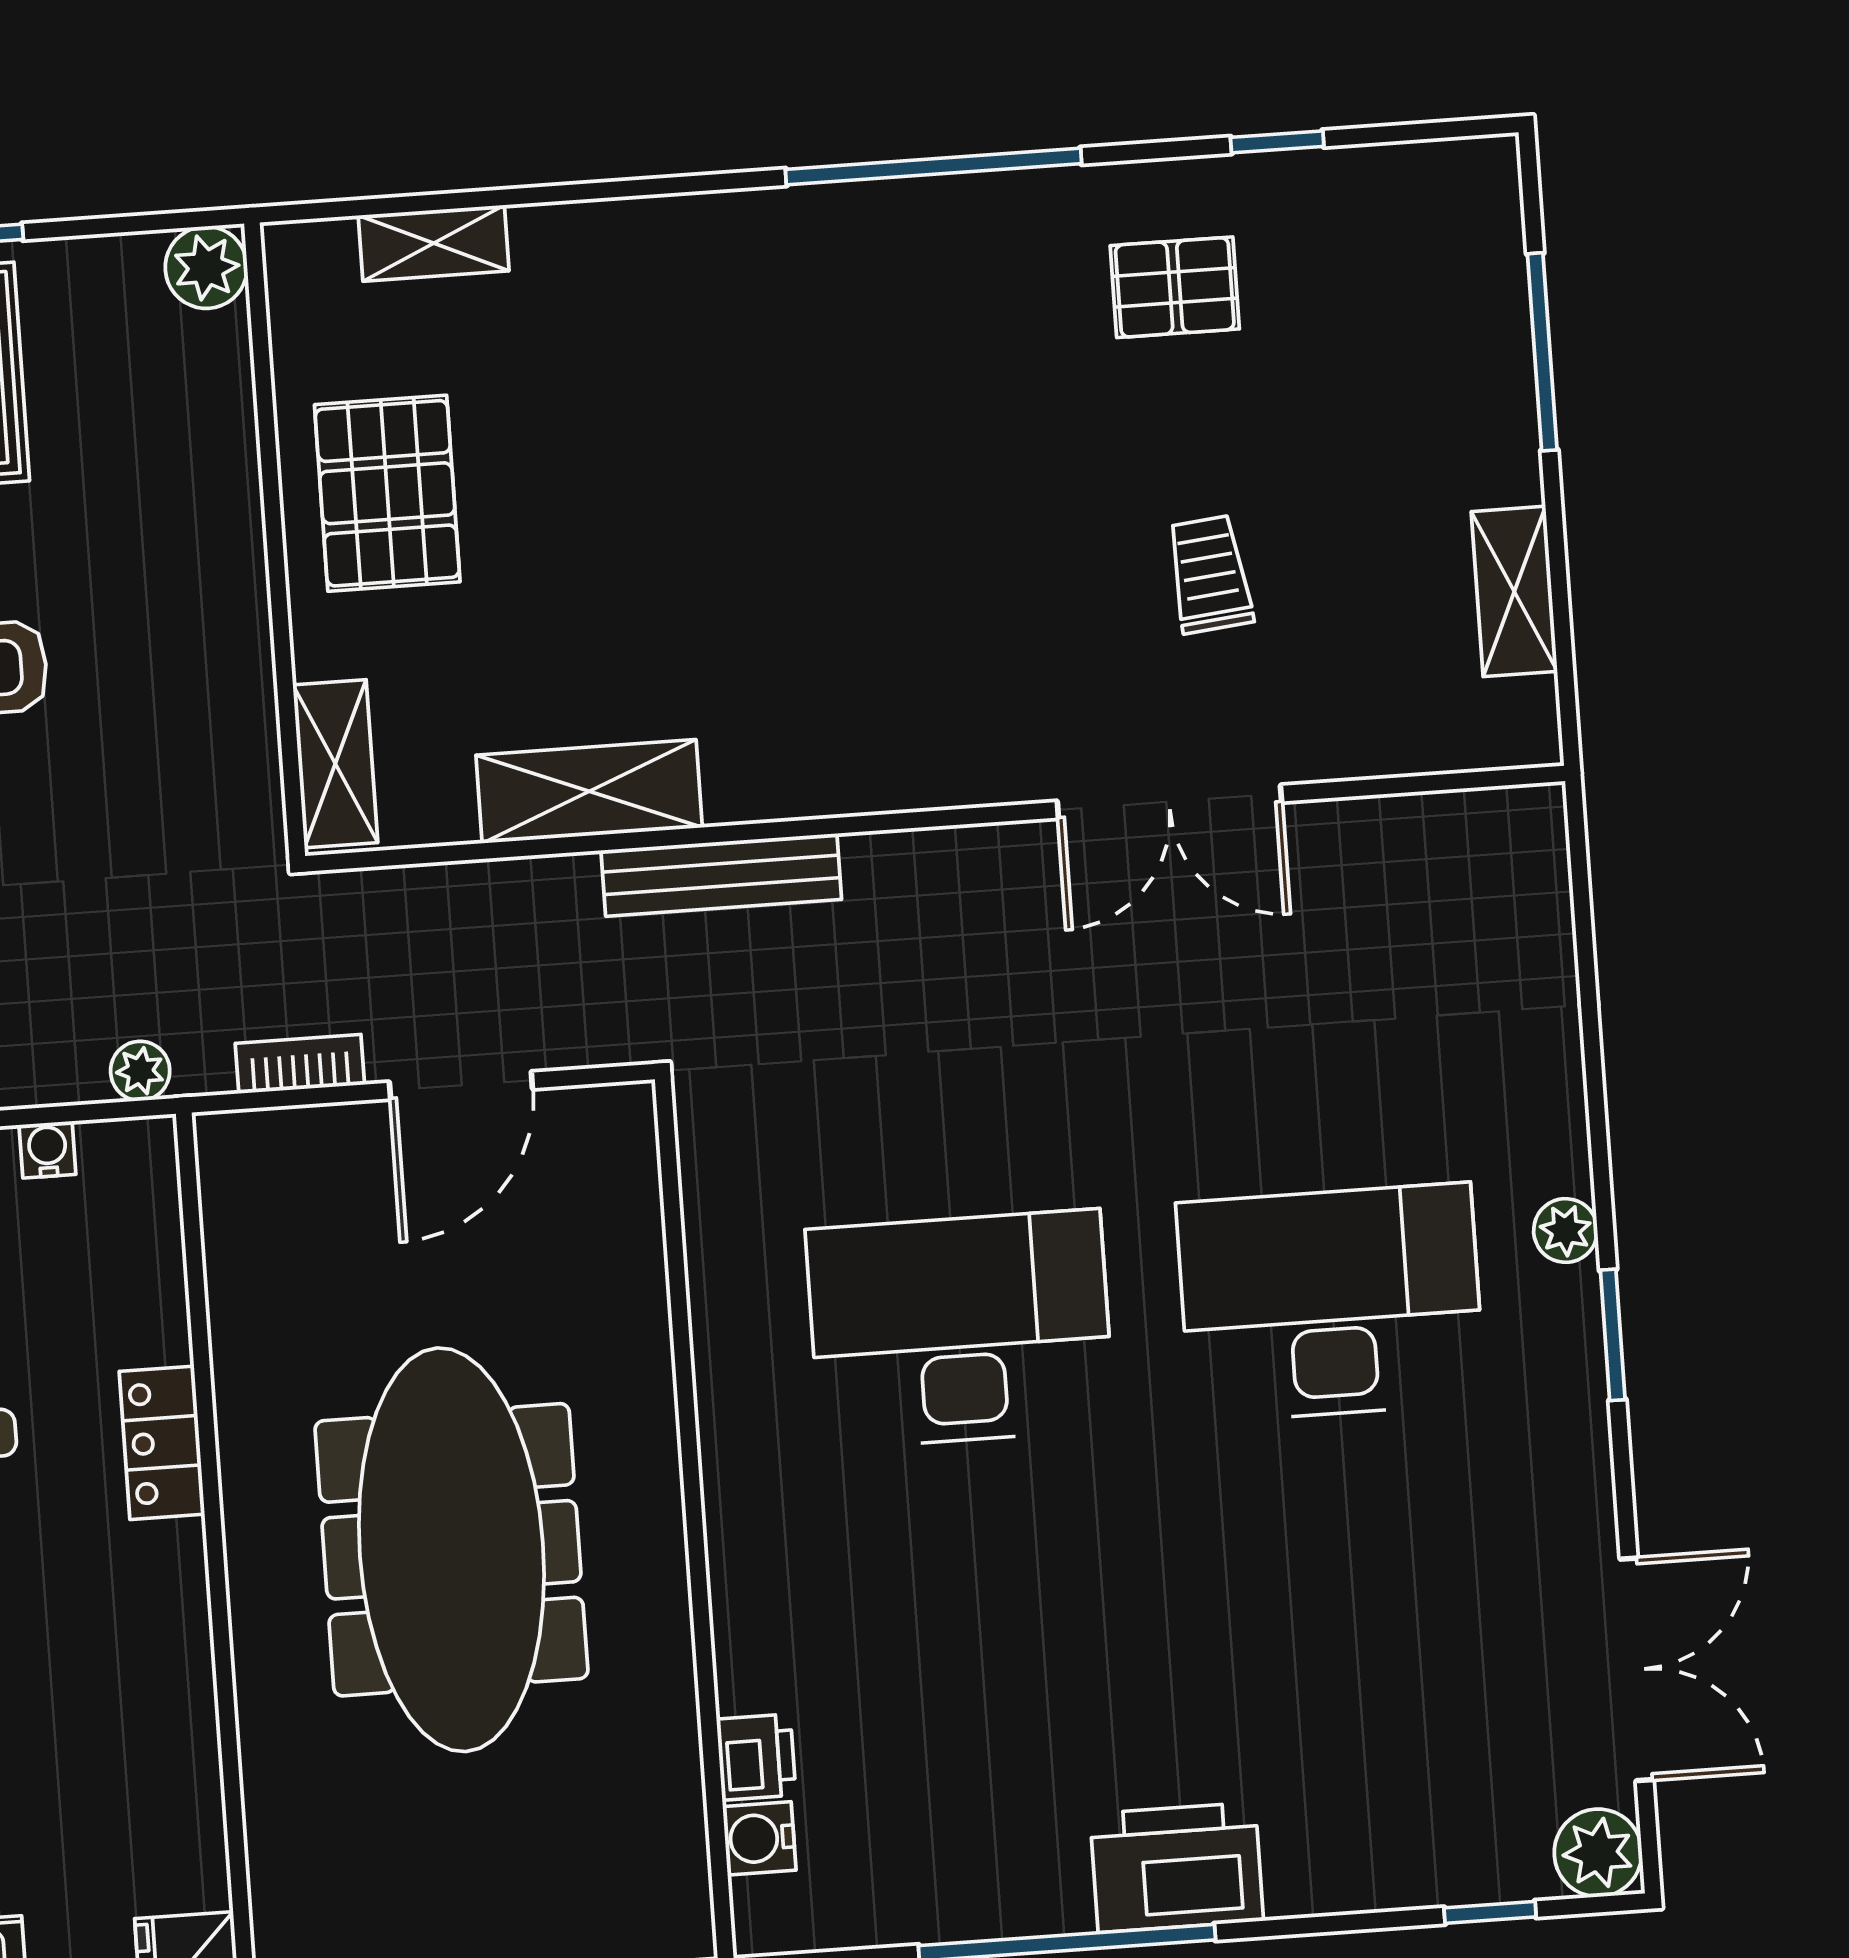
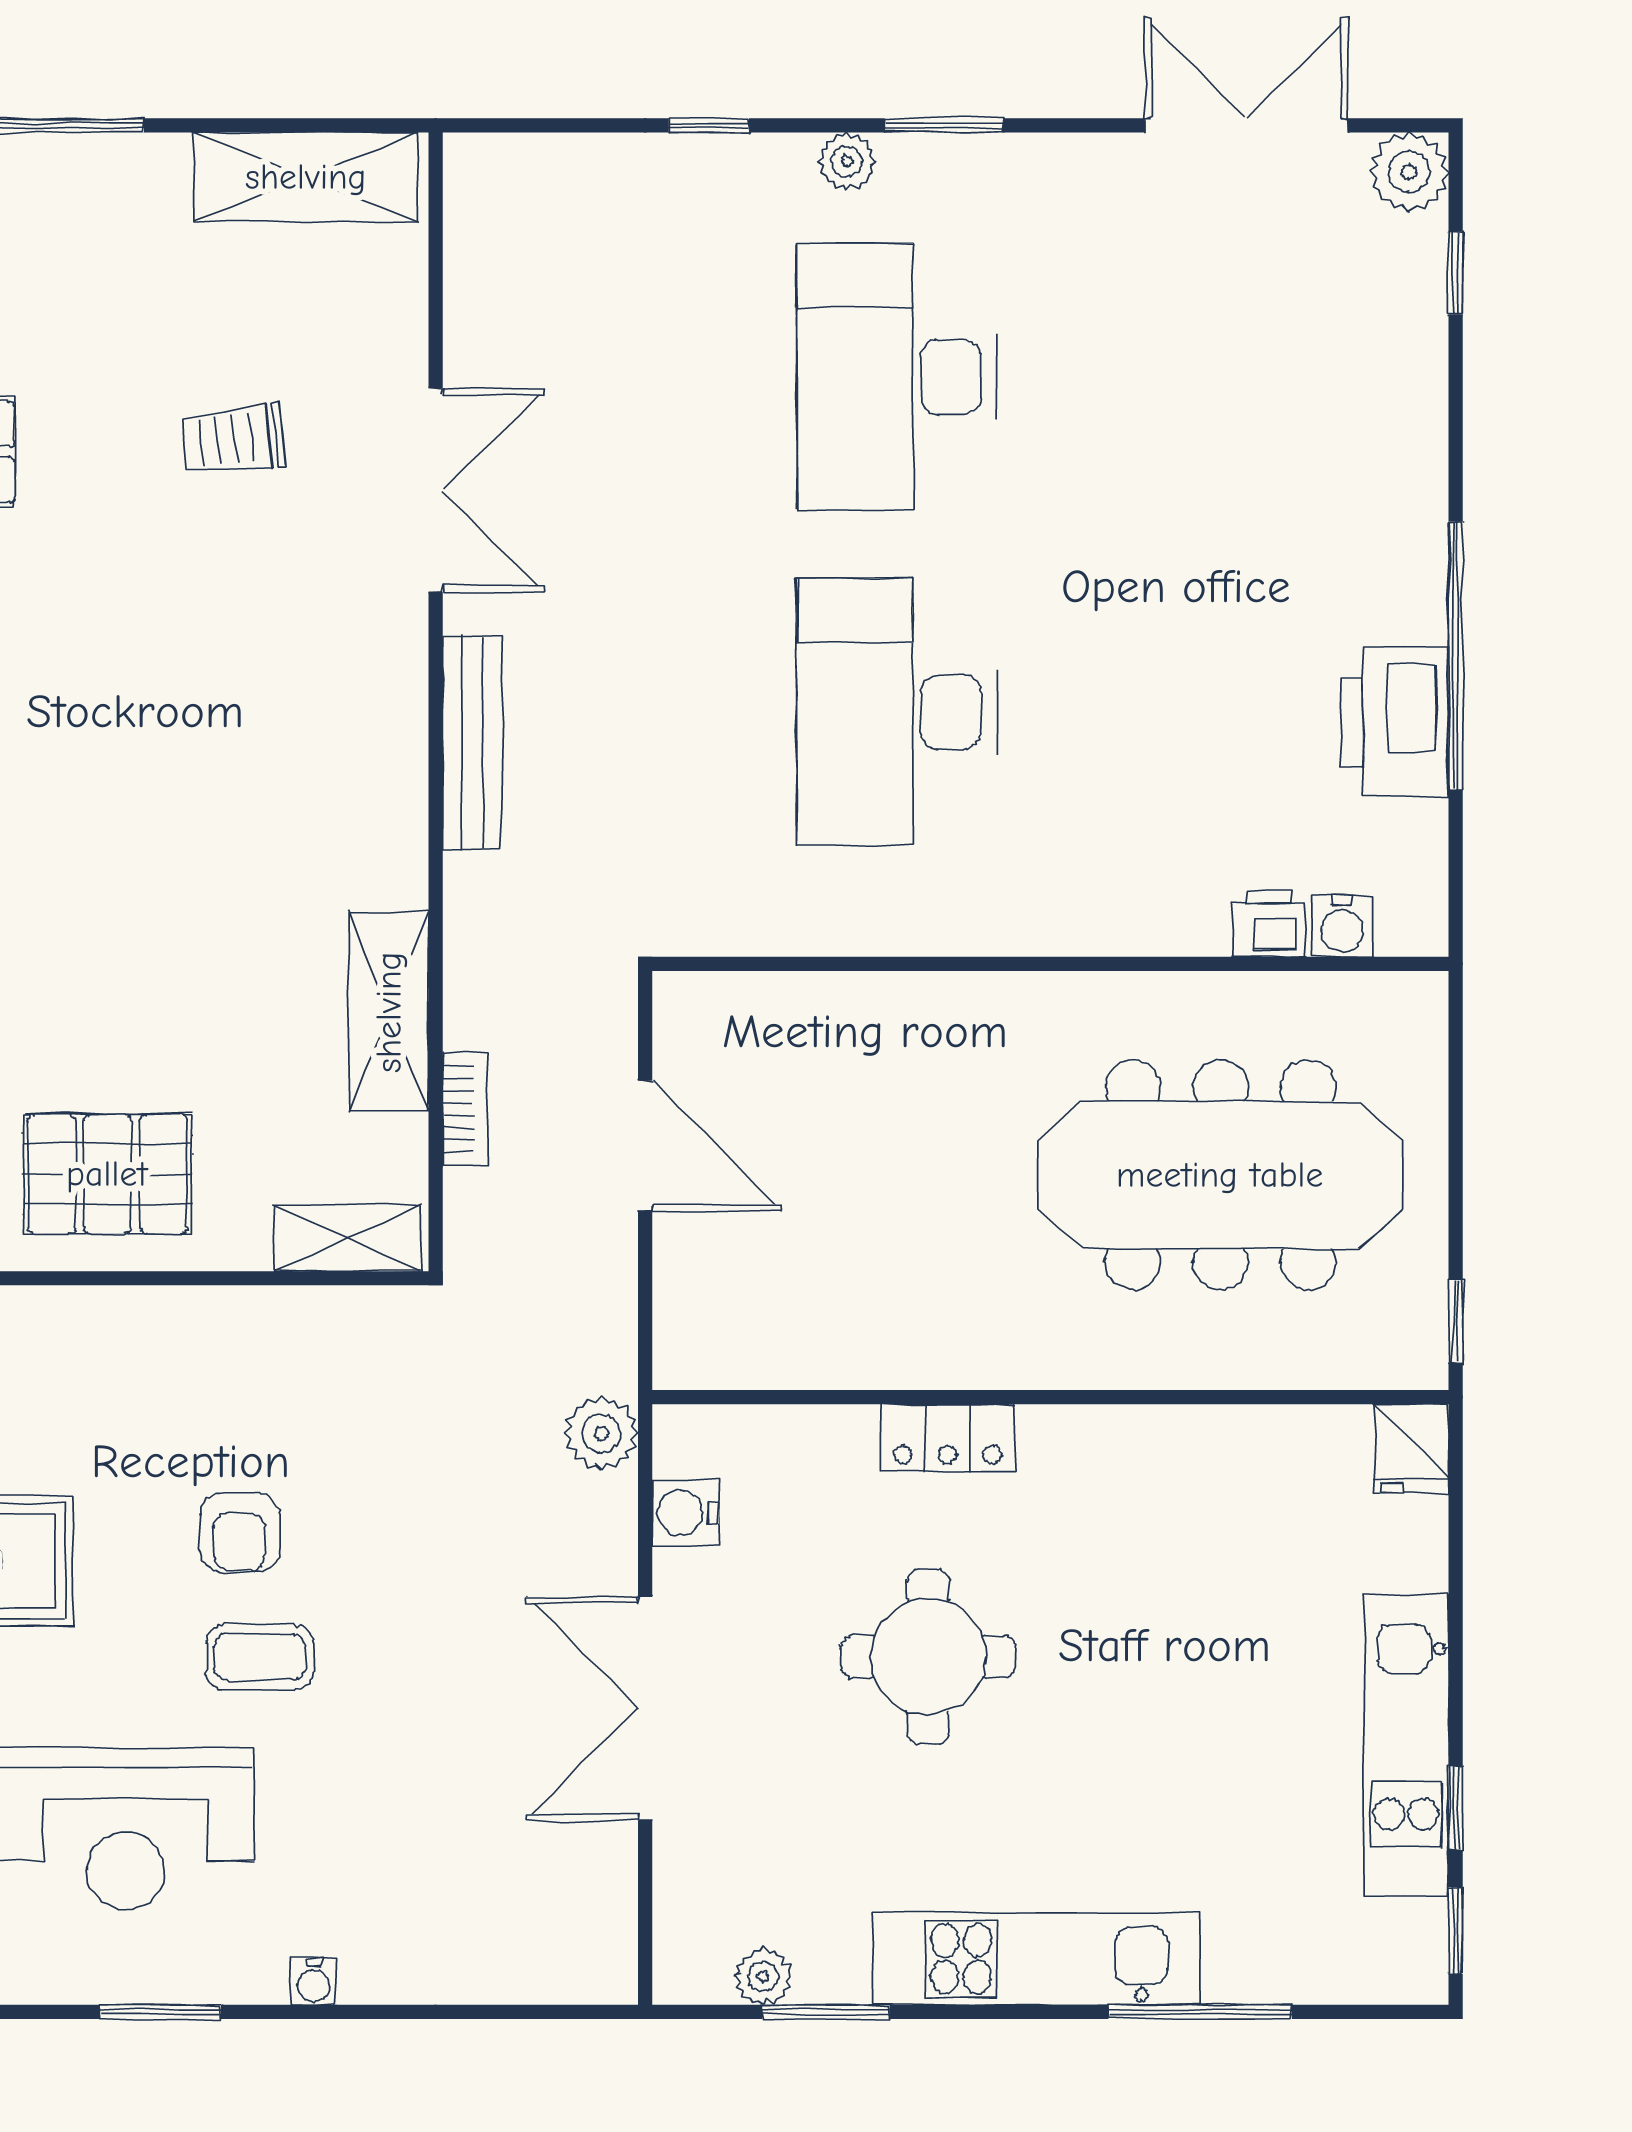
shelving: (1514, 591) -> (306, 177), width x1.50, depth x1.33
bench: (721, 875) -> (472, 743), moved
bookcase: (300, 1064) -> (465, 1109), moved, turned 180
plant: (140, 1071) -> (601, 1434), width x1.38, depth x1.38
window: (1594, 1075) -> (709, 125), added
water cooler: (47, 1150) -> (685, 1513), width x1.38, depth x1.38
meeting table: (451, 1550) -> (1220, 1175), moved
printer: (1177, 1867) -> (1395, 721), moved

